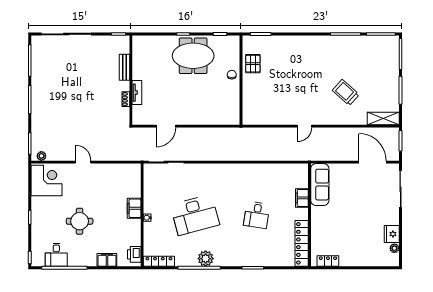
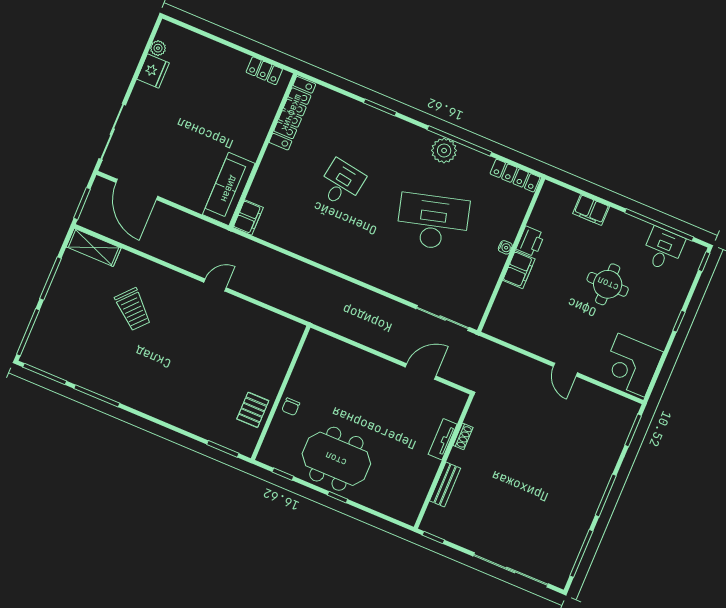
plant: (41, 156) -> (624, 405), removed
filing cabinet: (302, 198) -> (248, 217), moved
printer: (134, 254) -> (530, 241), moved

